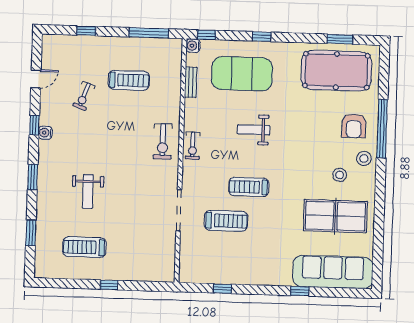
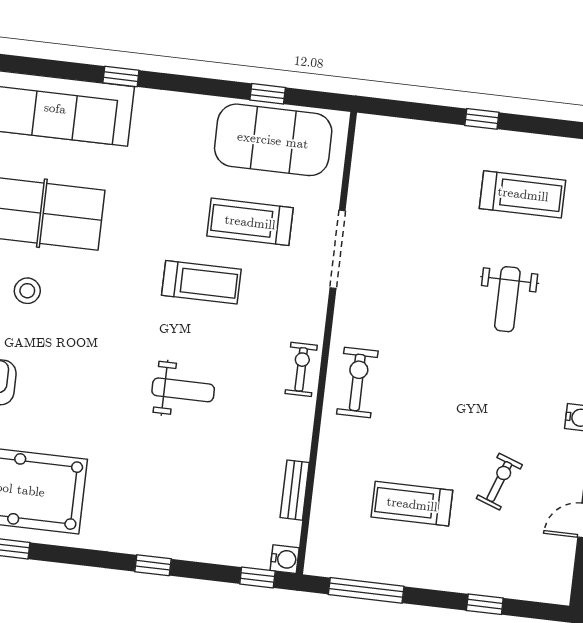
exercise mat: (242, 74) -> (273, 140), moved
weight bench: (88, 192) -> (507, 299), turned 180

